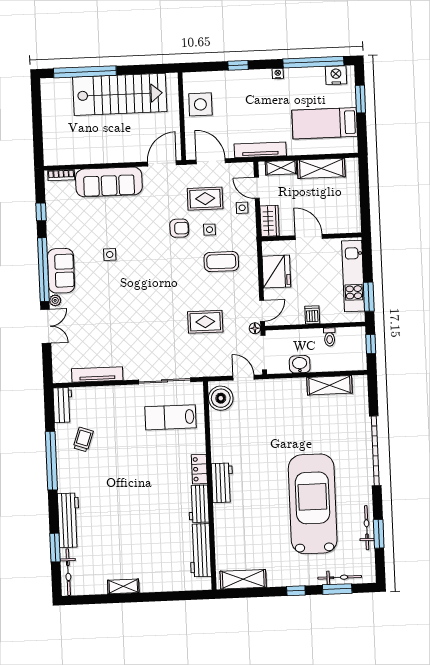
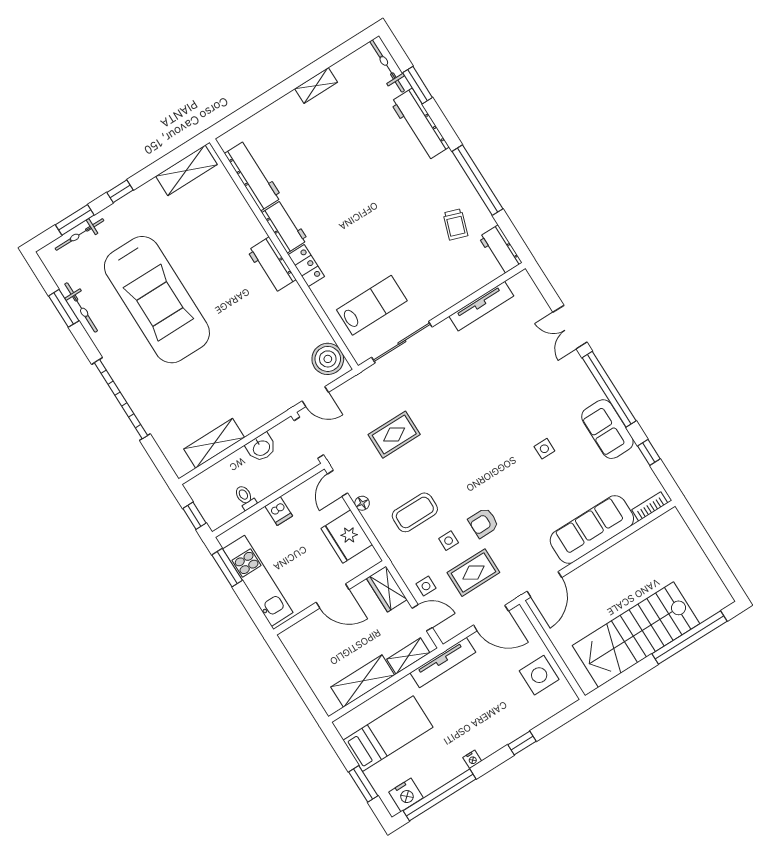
sofa: (61, 271) -> (607, 429), moved
plant: (55, 300) -> (576, 362), removed
floor lamp: (255, 328) -> (362, 503), moved

